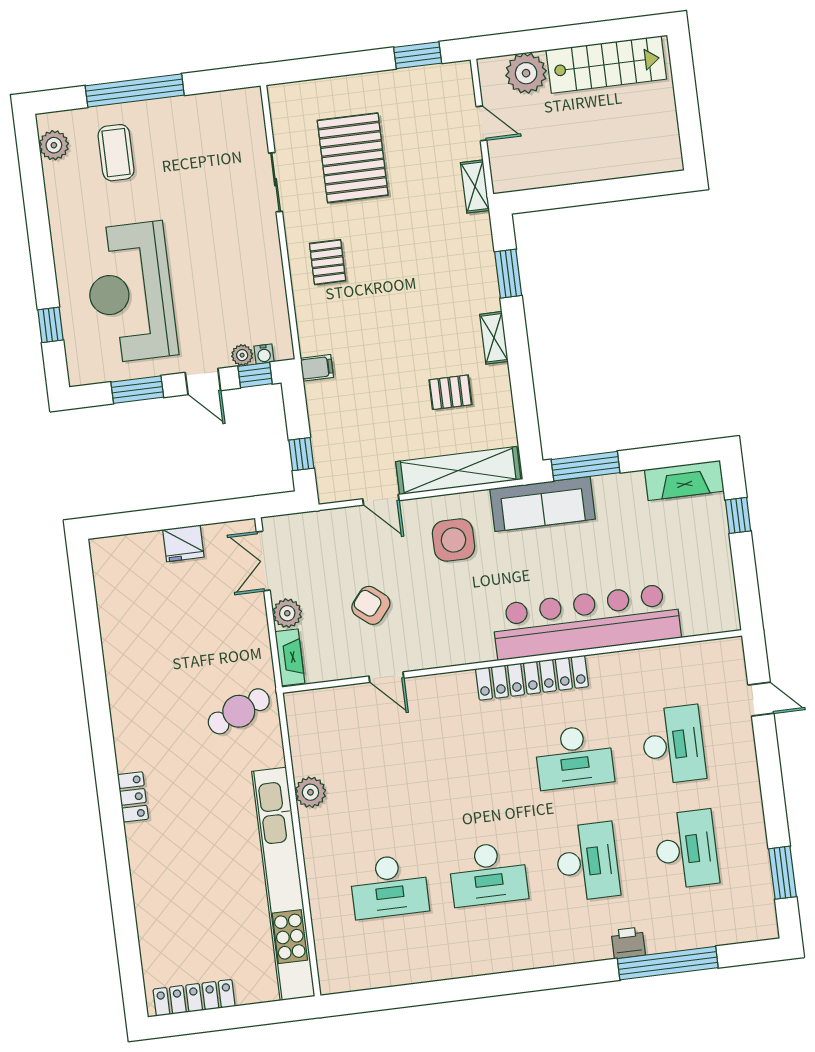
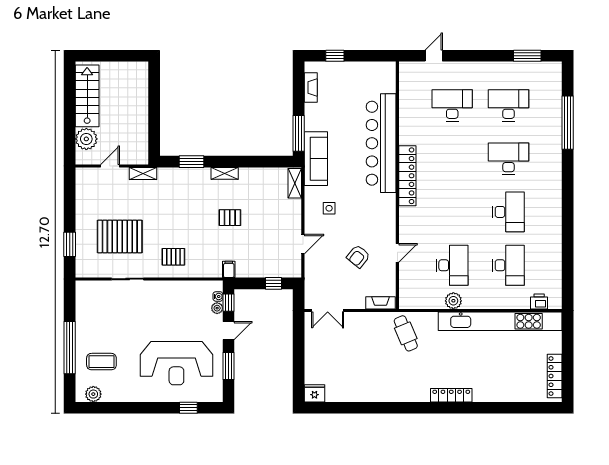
window: (418, 55) -> (70, 244), moved
pallet: (450, 392) -> (230, 218), moved, turned 90
shelving: (458, 471) -> (295, 183), width x0.45, depth x0.75
fireplace: (684, 480) -> (311, 88), width x0.73, depth x0.76
side table: (453, 540) -> (329, 208), width x0.54, depth x0.54
fridge: (183, 543) -> (314, 393), moved, turned -90
plant: (287, 613) -> (357, 301), removed
desk: (574, 757) -> (452, 265), moved
locker: (133, 797) -> (451, 395), width x1.53
printer: (628, 943) -> (539, 301), moved, turned 90

